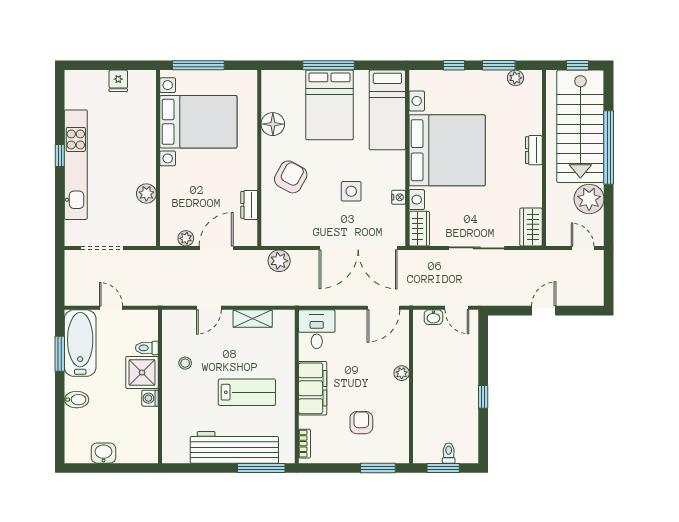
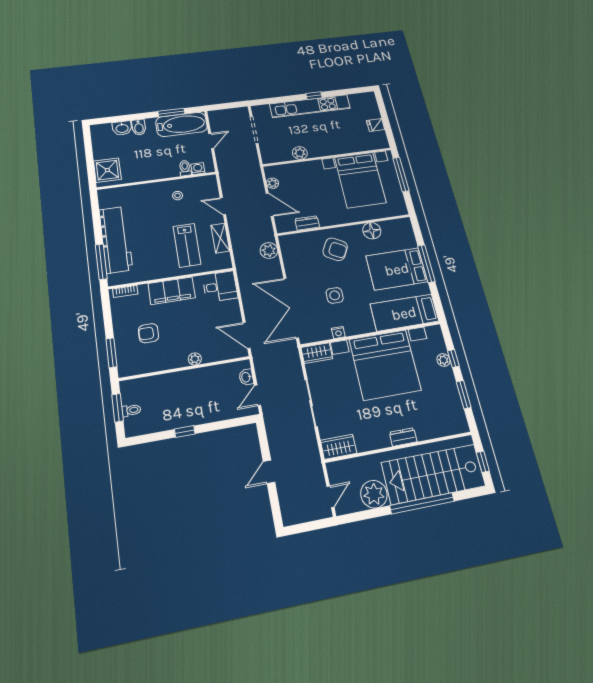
plant: (515, 78) -> (443, 360), moved
door: (544, 311) -> (269, 472), swing flipped
shower: (142, 372) -> (107, 170), moved
lab bench: (247, 392) -> (187, 245), moved
washing machine: (150, 398) -> (198, 169), moved
armchair: (361, 423) -> (148, 333), turned 180
washbasin: (103, 453) -> (122, 128), moved, turned 90

